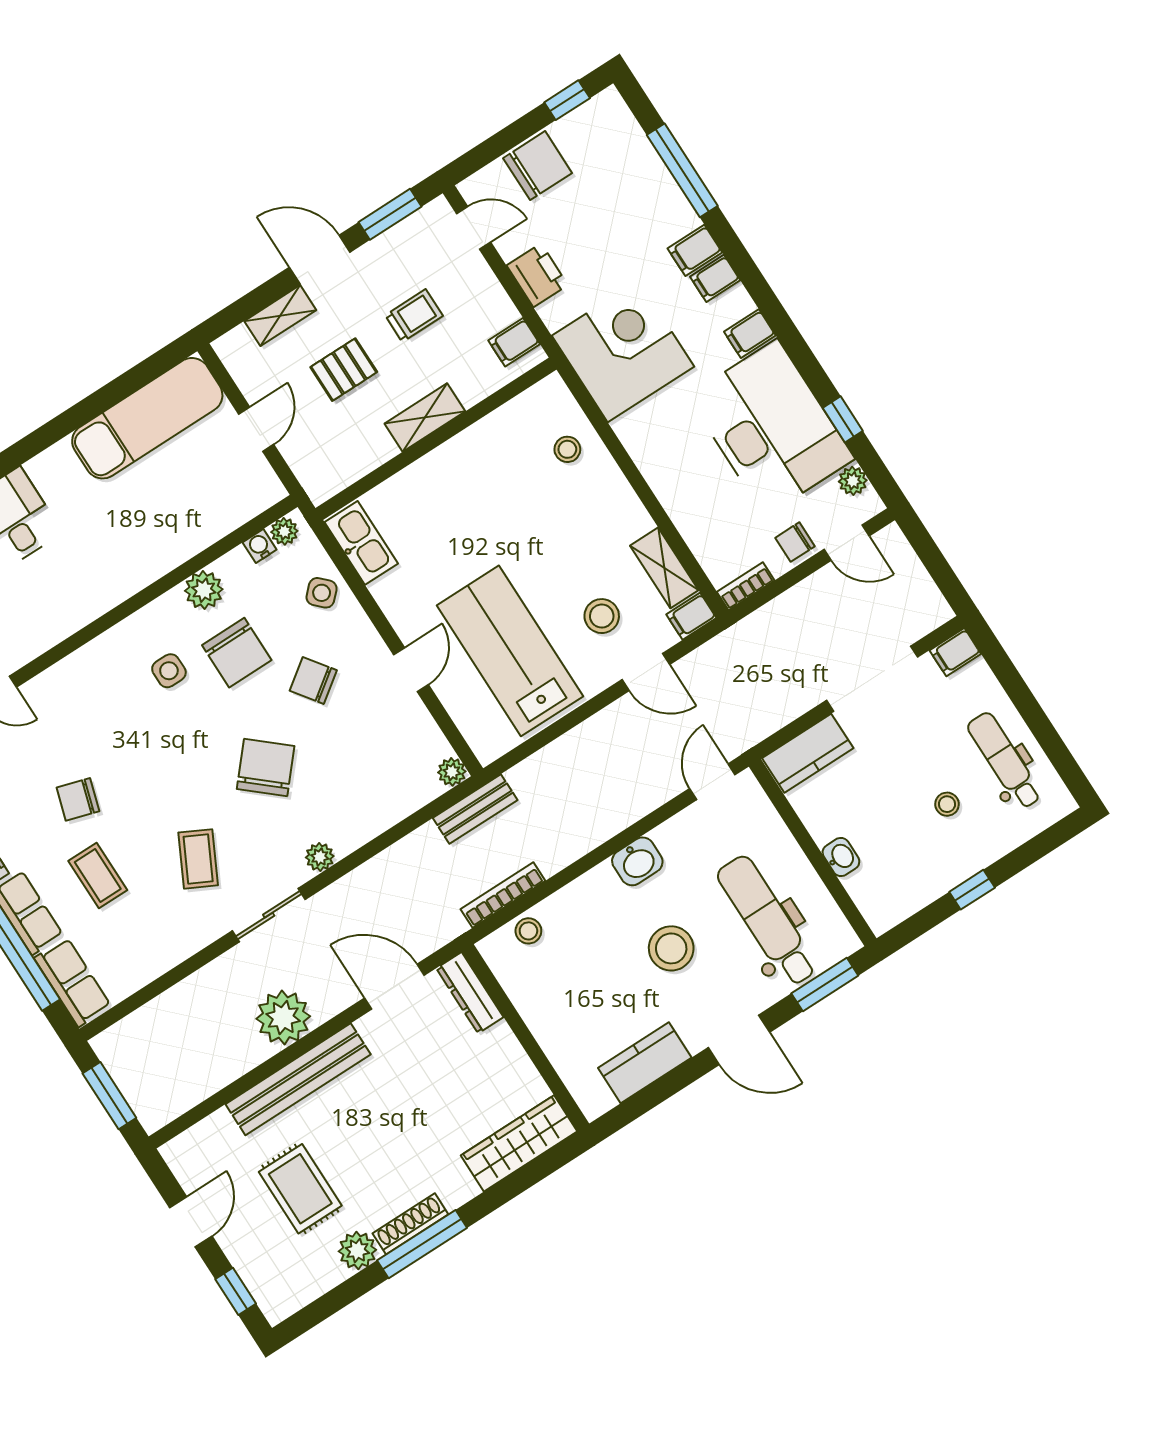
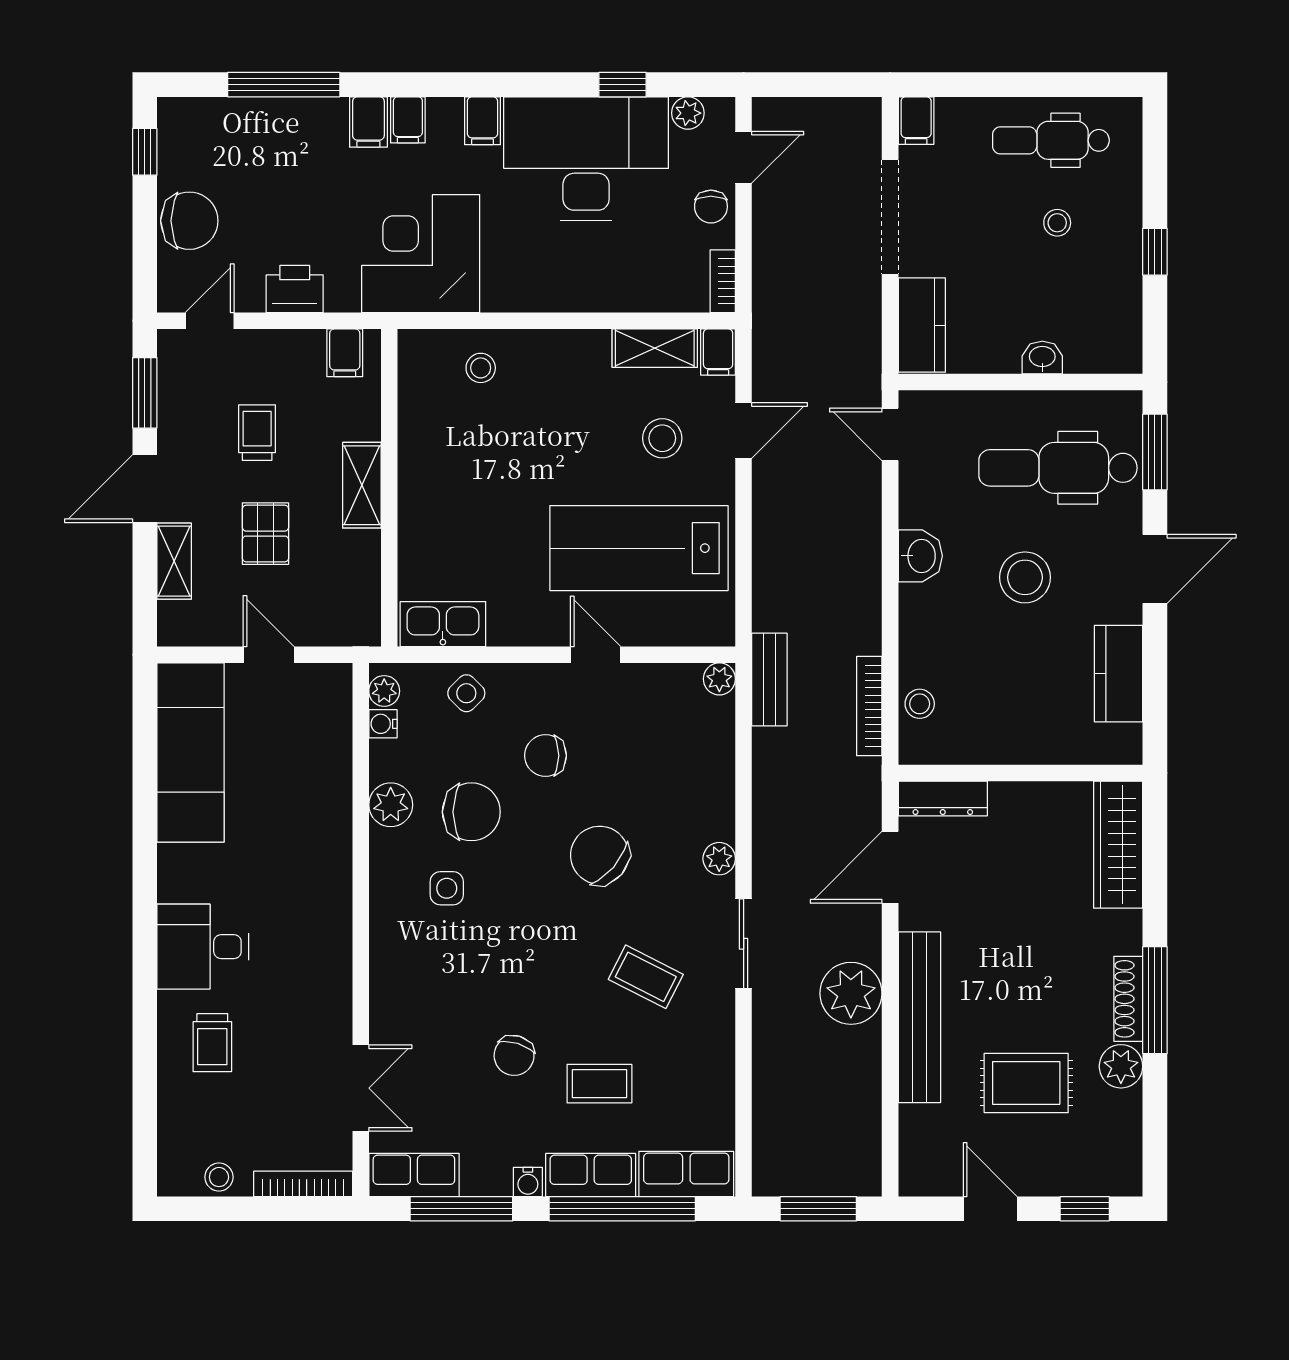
chair: (538, 166) -> (189, 221), turned 90
chair: (313, 680) -> (546, 756), turned 36

